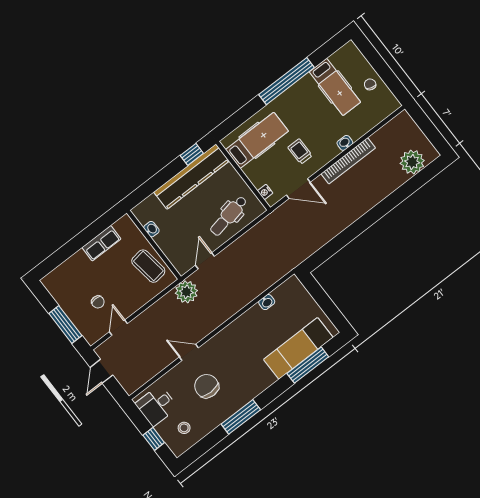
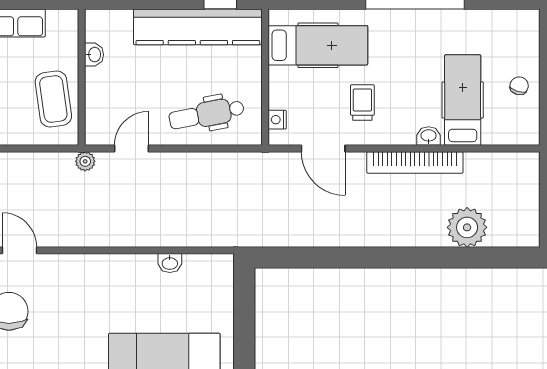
hospital bed: (335, 87) -> (463, 100), moved, turned 180
plant: (412, 162) -> (467, 227), moved
plant: (186, 292) -> (85, 161), width x0.53, depth x0.53

